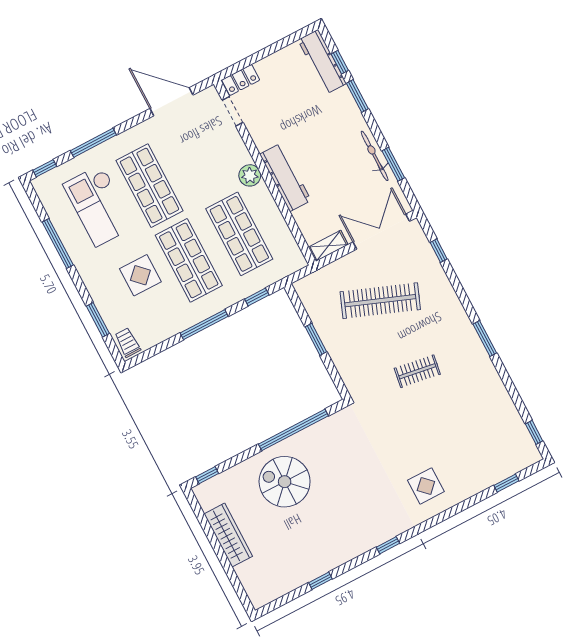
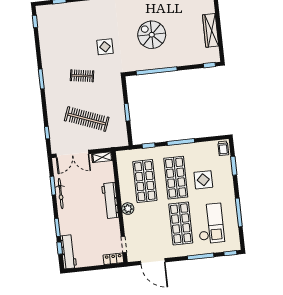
spiral stairs: (285, 482) -> (152, 35), moved, turned 180
display table: (426, 486) -> (105, 47), moved

